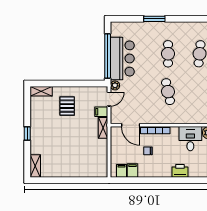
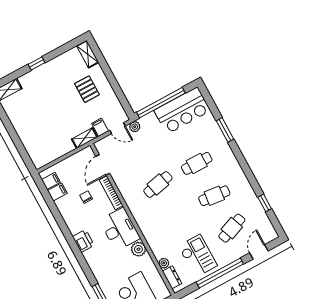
bar counter: (122, 59) -> (182, 111), moved
pallet: (67, 106) -> (87, 89), turned 90
desk: (190, 139) -> (120, 229), width x1.37

